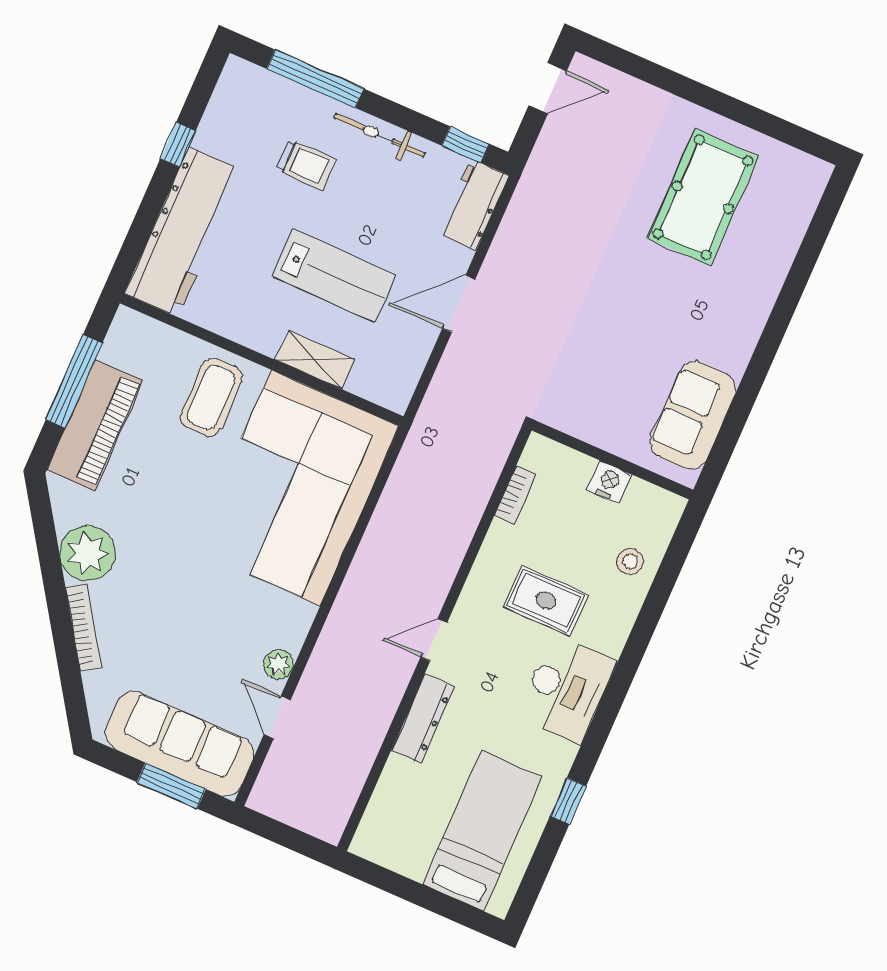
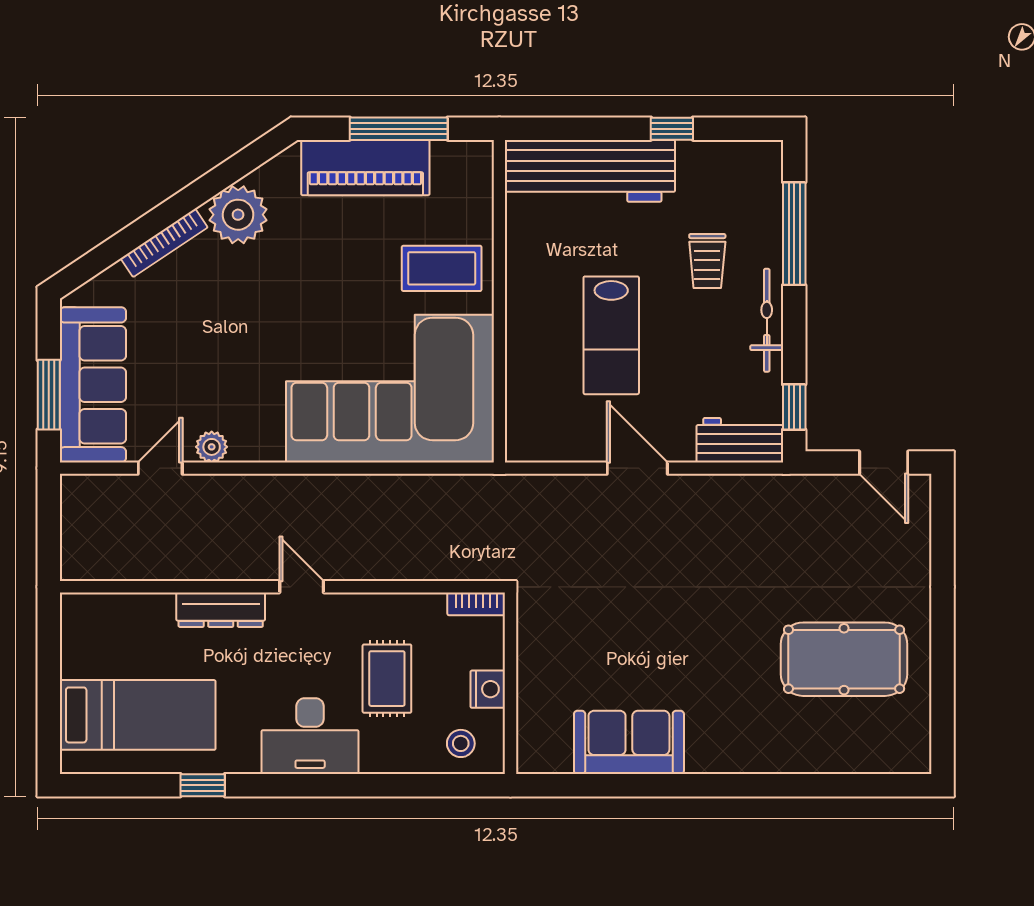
shelving: (315, 360) -> (522, 353), removed
wall: (612, 460) -> (510, 683), moved
nightstand: (609, 482) -> (488, 689), moved

